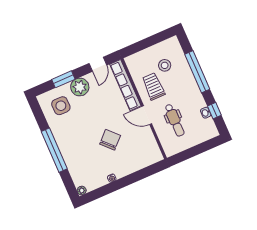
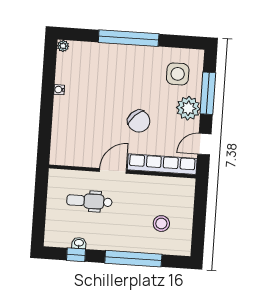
door: (98, 64) -> (204, 144), hinge flipped
window: (63, 79) -> (208, 93), width x1.44
trolley: (153, 86) -> (143, 197), removed
chair: (110, 140) -> (139, 121), moved

